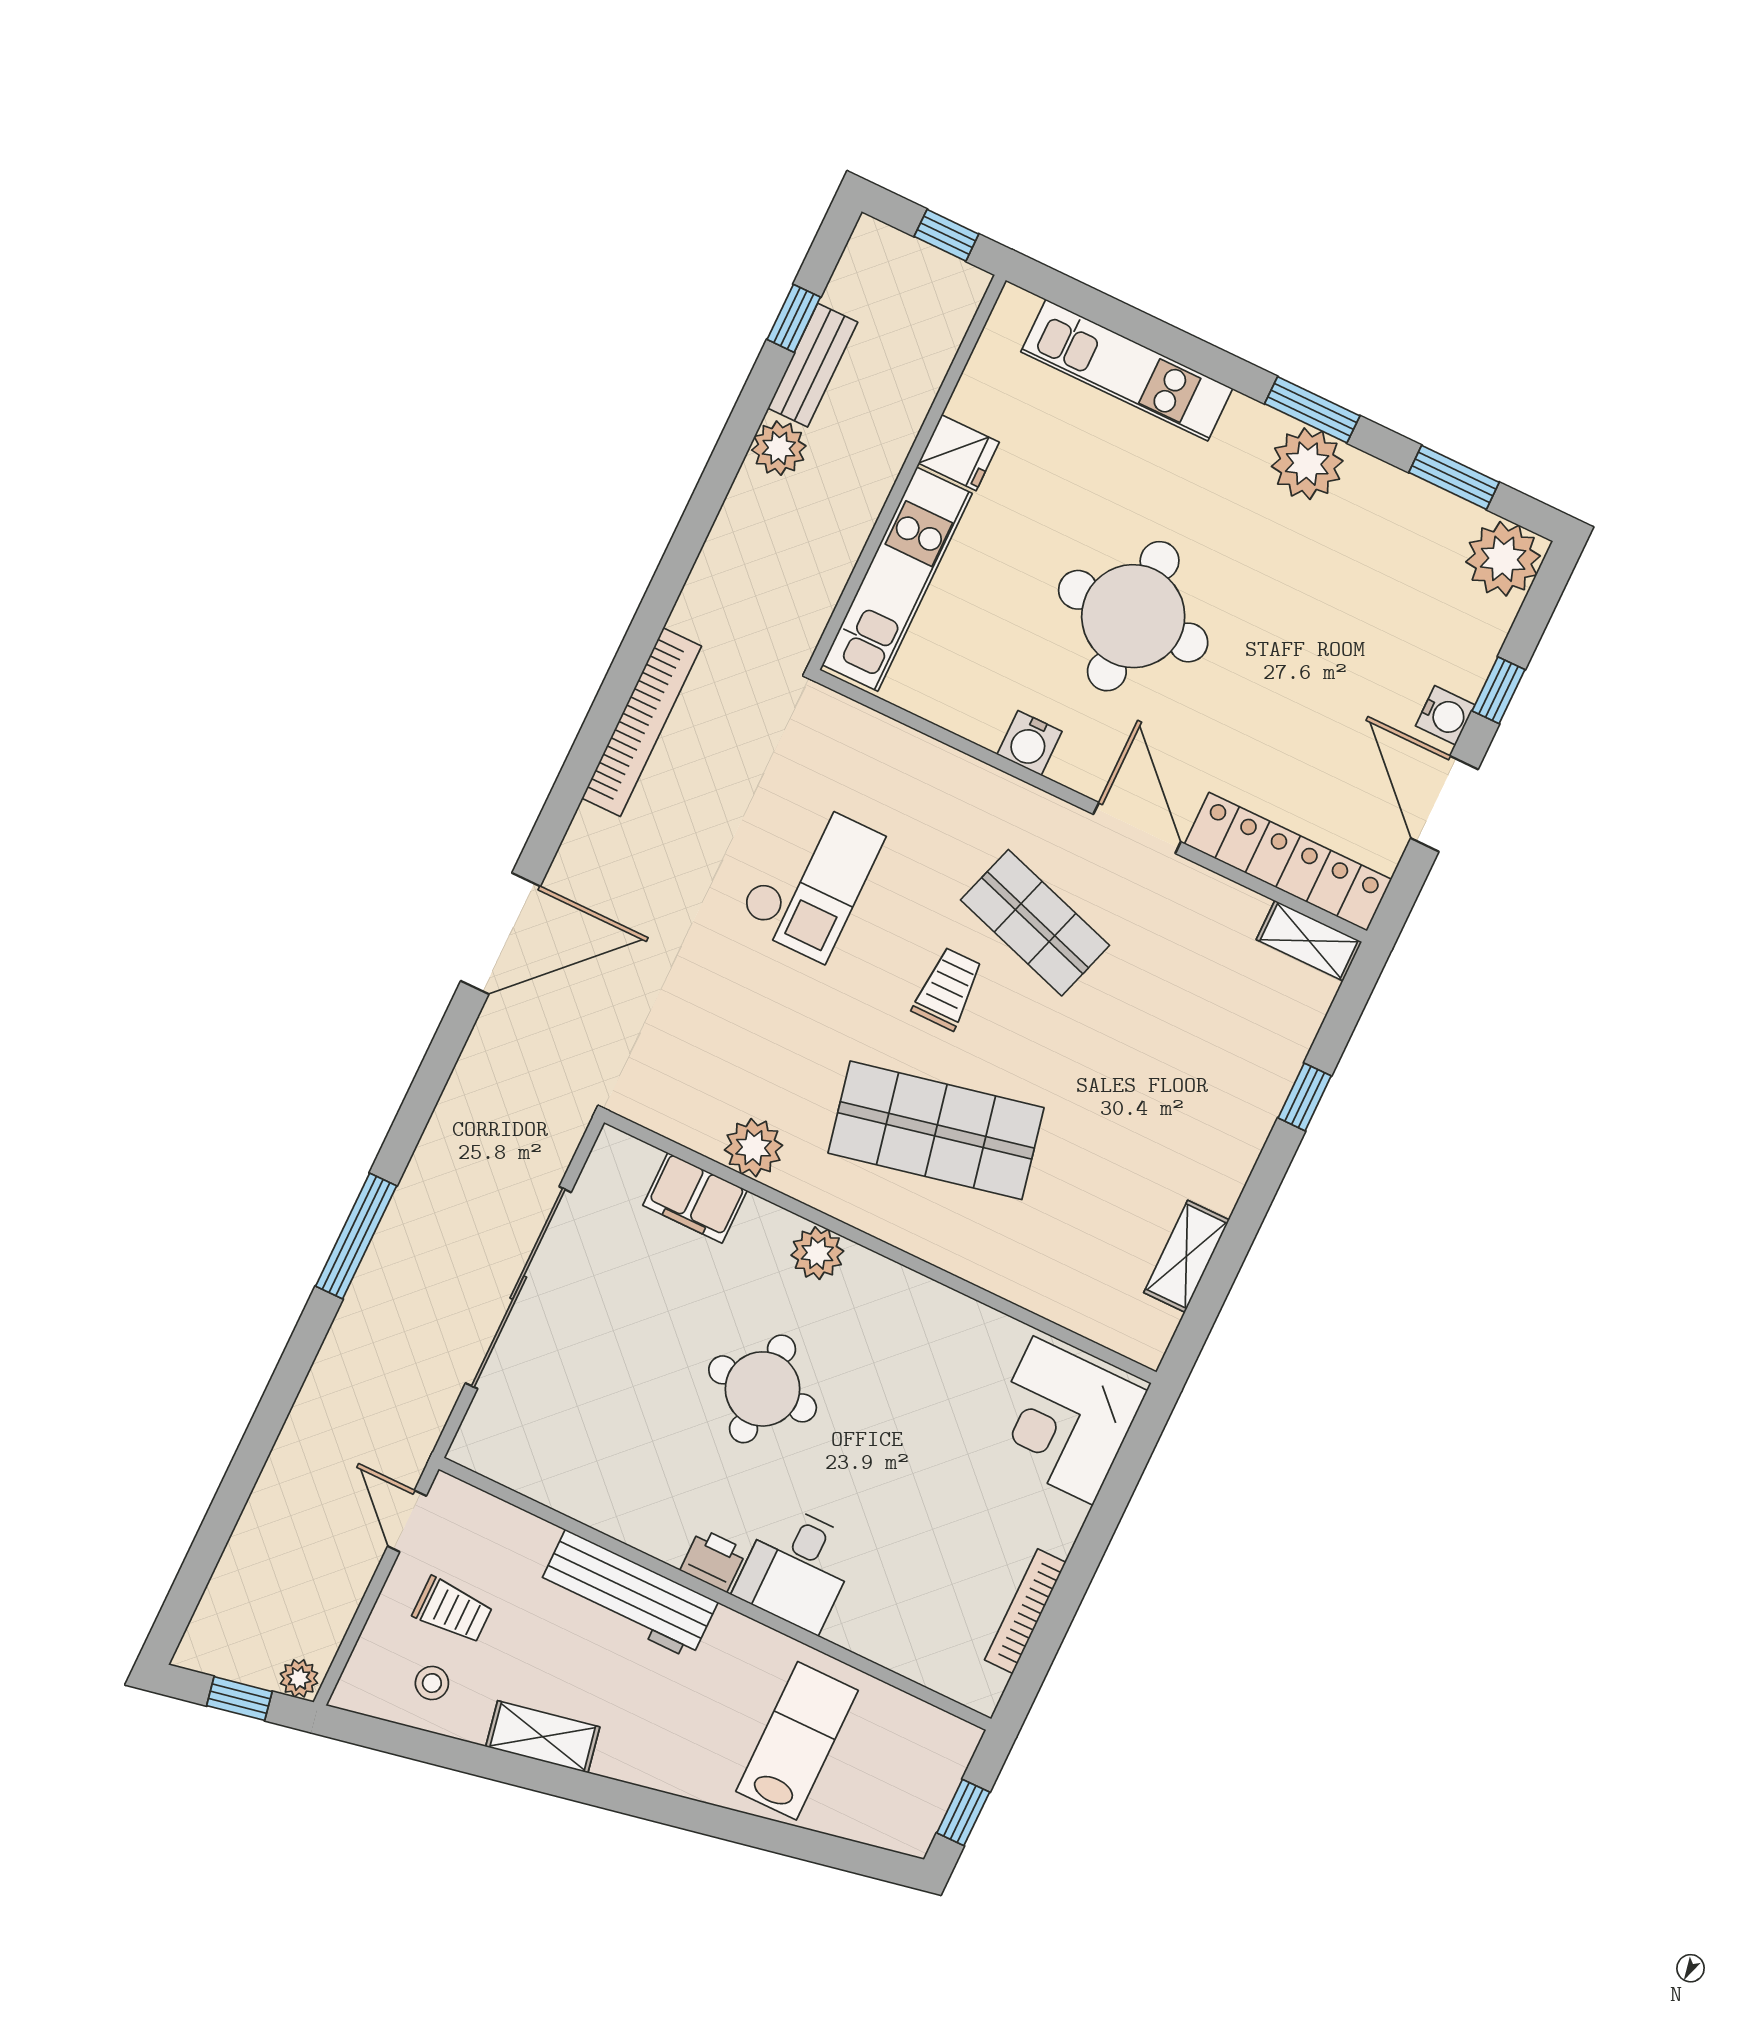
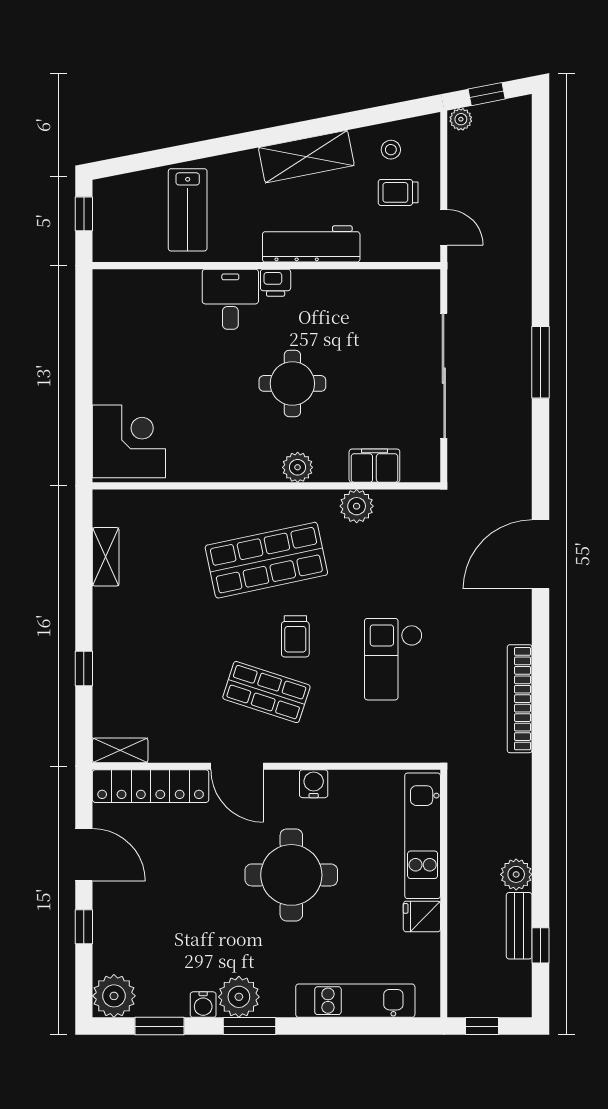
water cooler: (1445, 715) -> (203, 1005), moved, turned -90
bookcase: (1025, 1611) -> (102, 333), removed
shelving: (543, 1737) -> (306, 157), width x1.50, depth x1.33

